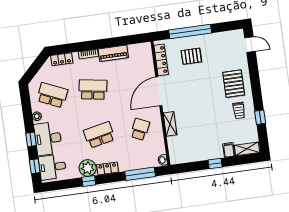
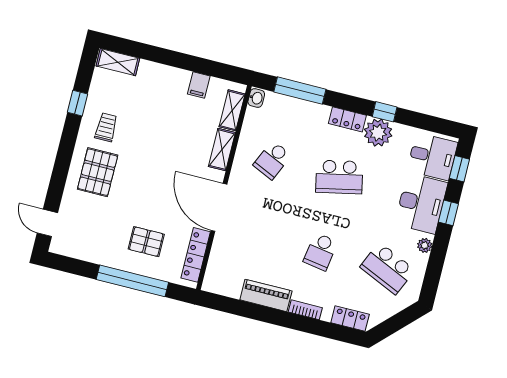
school desk: (93, 89) -> (320, 252), width x0.54
door: (159, 91) -> (219, 207), swing flipped
shelving: (173, 148) -> (232, 110), added
filing cabinet: (229, 150) -> (199, 85), moved
window: (215, 163) -> (177, 60), removed

